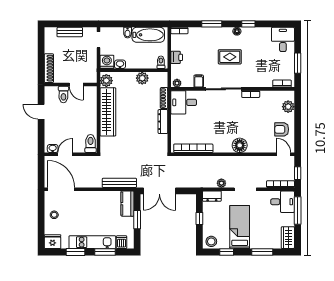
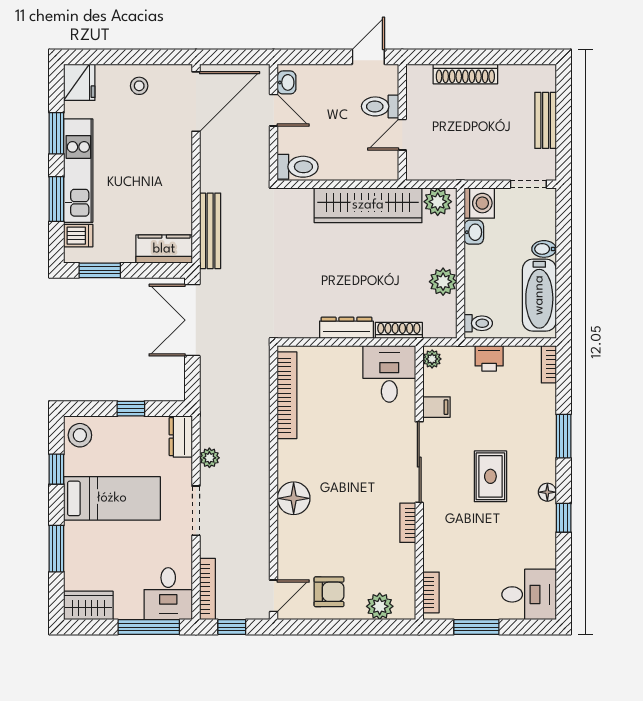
wall: (71, 85) -> (402, 122), moved
door: (76, 85) -> (402, 135), moved
toilet: (63, 95) -> (380, 106), moved
armchair: (282, 129) -> (329, 592), turned 90
window: (137, 220) -> (100, 270), moved

